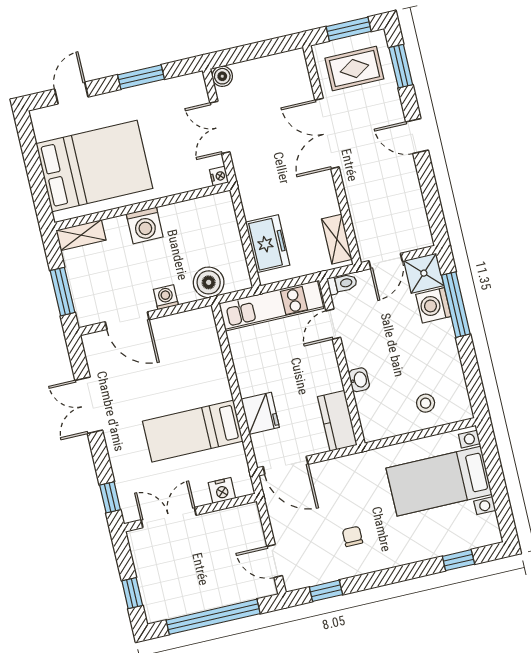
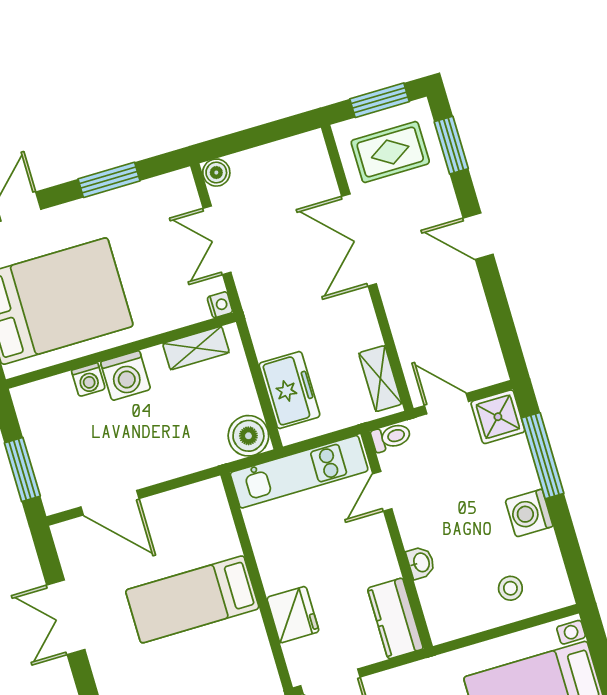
shelving: (81, 235) -> (196, 348), moved
door: (386, 261) -> (447, 404), swing flipped
boiler: (209, 282) -> (248, 436), moved
washing machine: (166, 297) -> (88, 380), moved, turned 180
washing machine: (433, 305) -> (529, 513), moved
bed: (193, 431) -> (192, 599), moved

